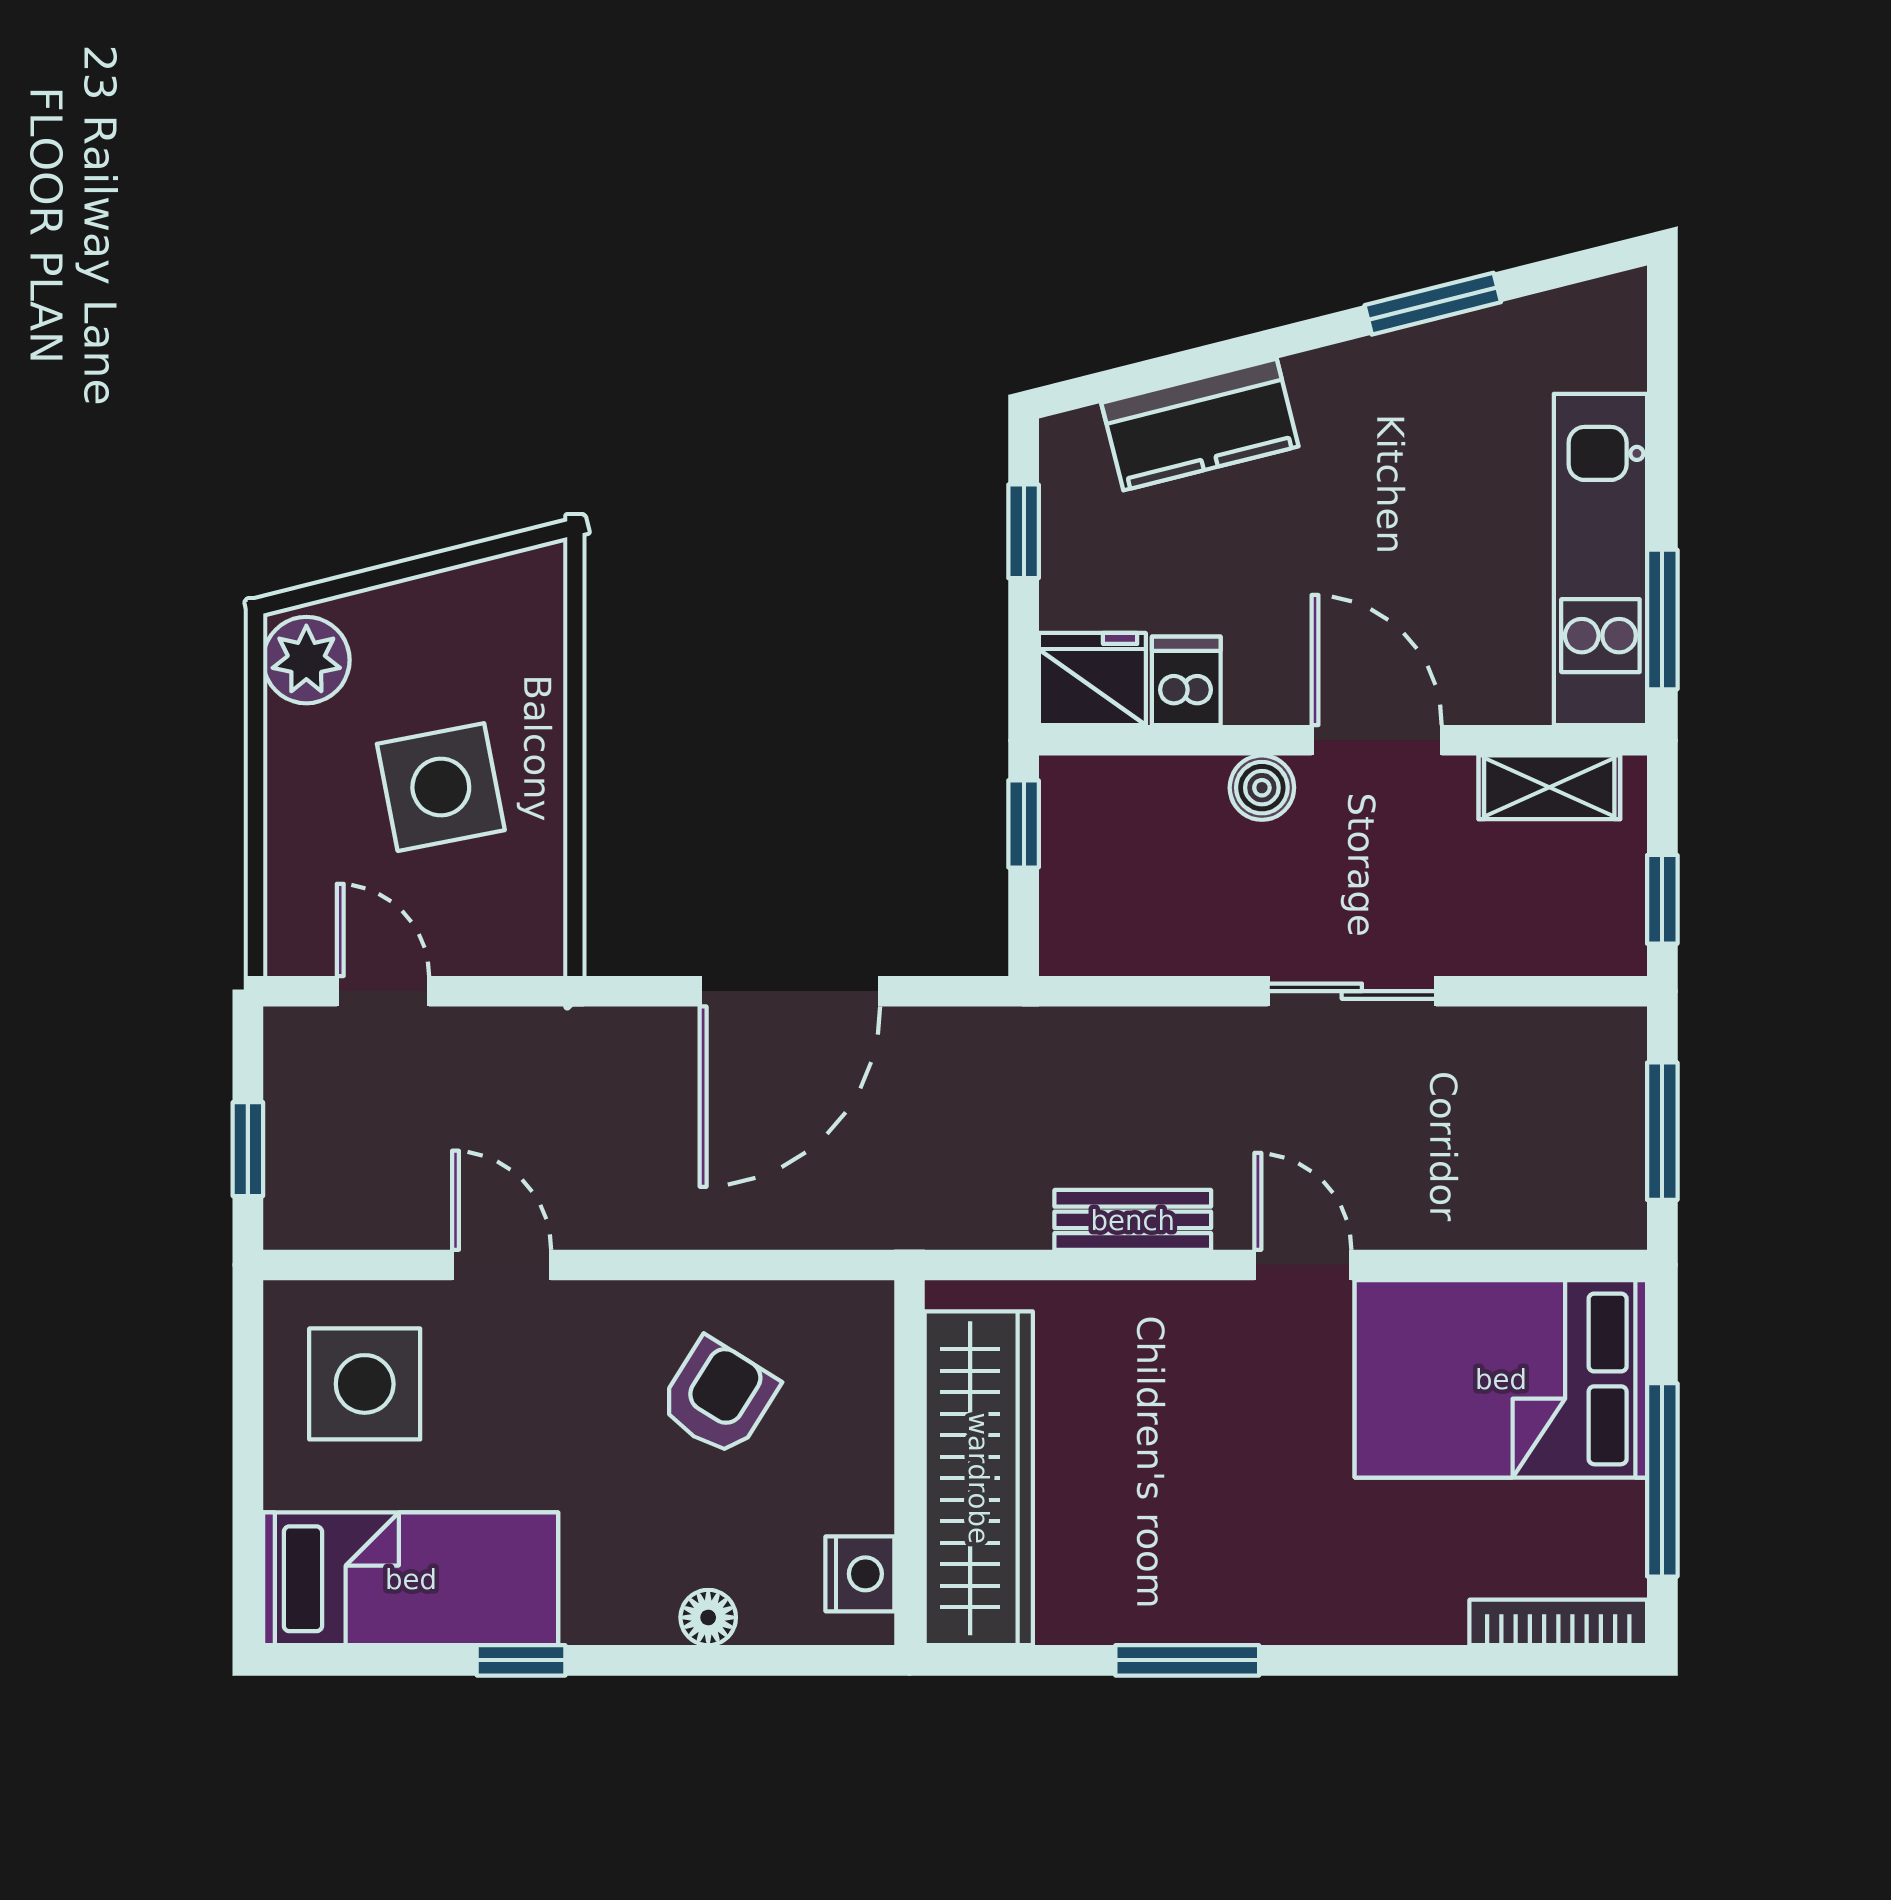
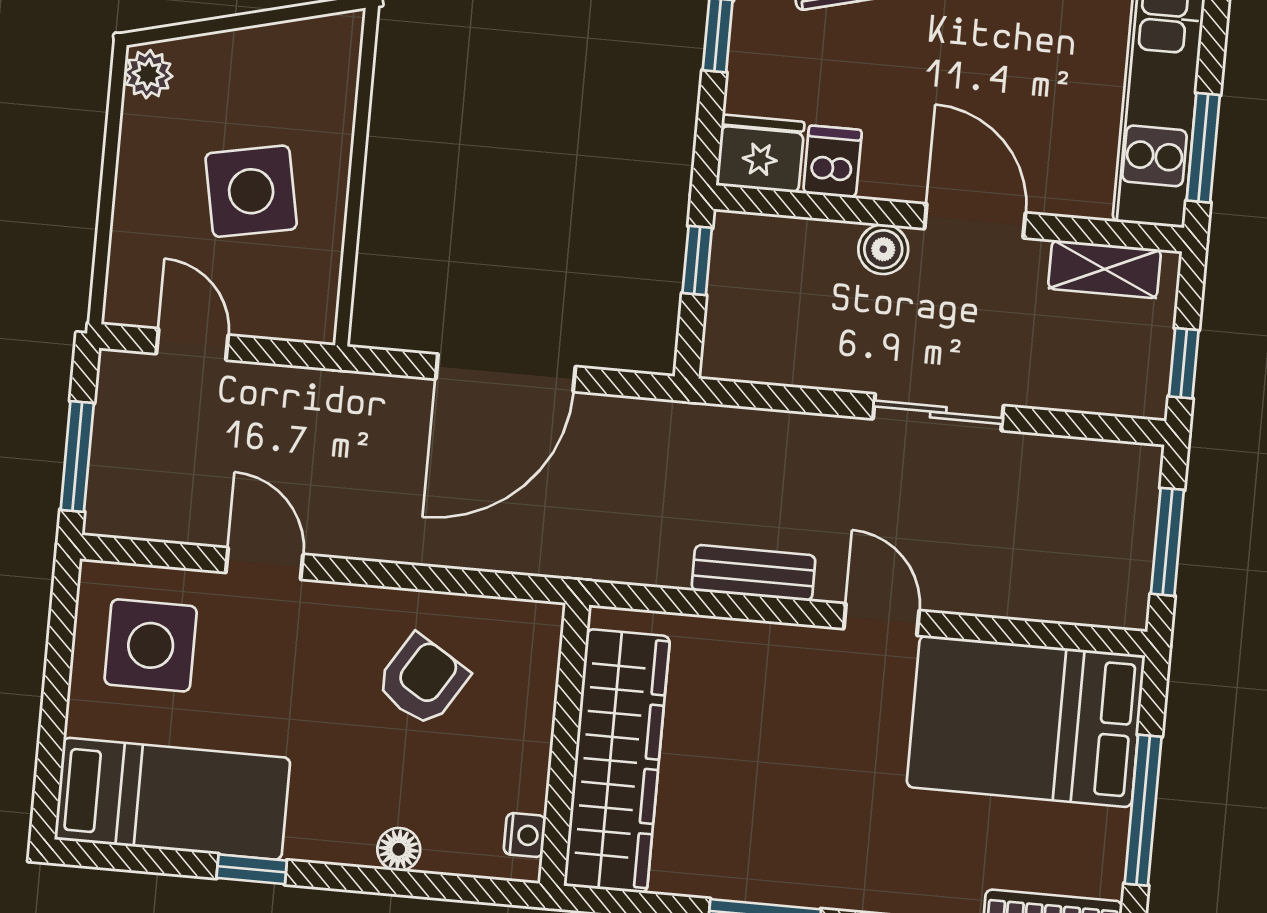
plant: (306, 660) -> (148, 74), width x0.73, depth x0.73
window: (248, 1149) -> (77, 456), width x1.50
nightstand: (860, 1574) -> (525, 835), width x0.72, depth x0.74

